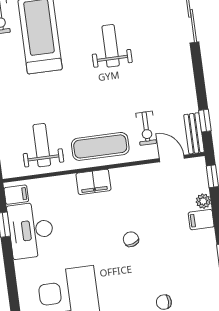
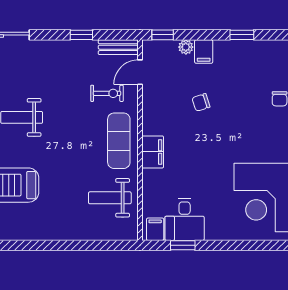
window: (205, 121) -> (81, 35), moved
desk: (31, 230) -> (185, 219), width x0.73
chair: (131, 239) -> (201, 102), moved

